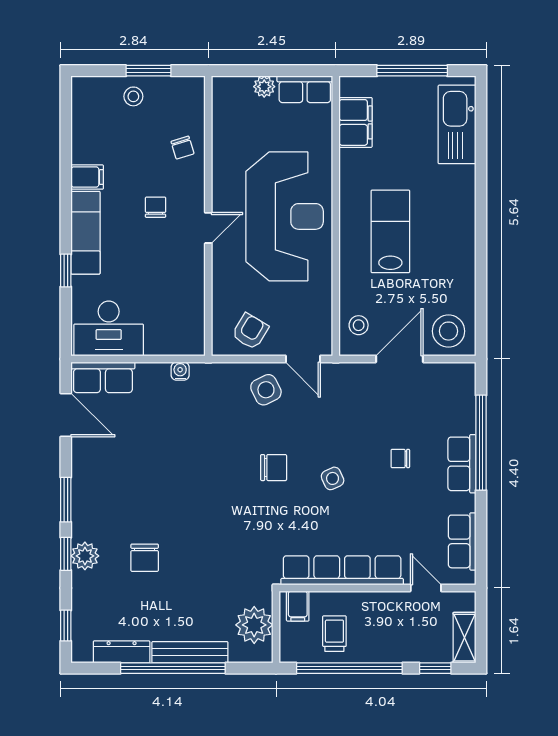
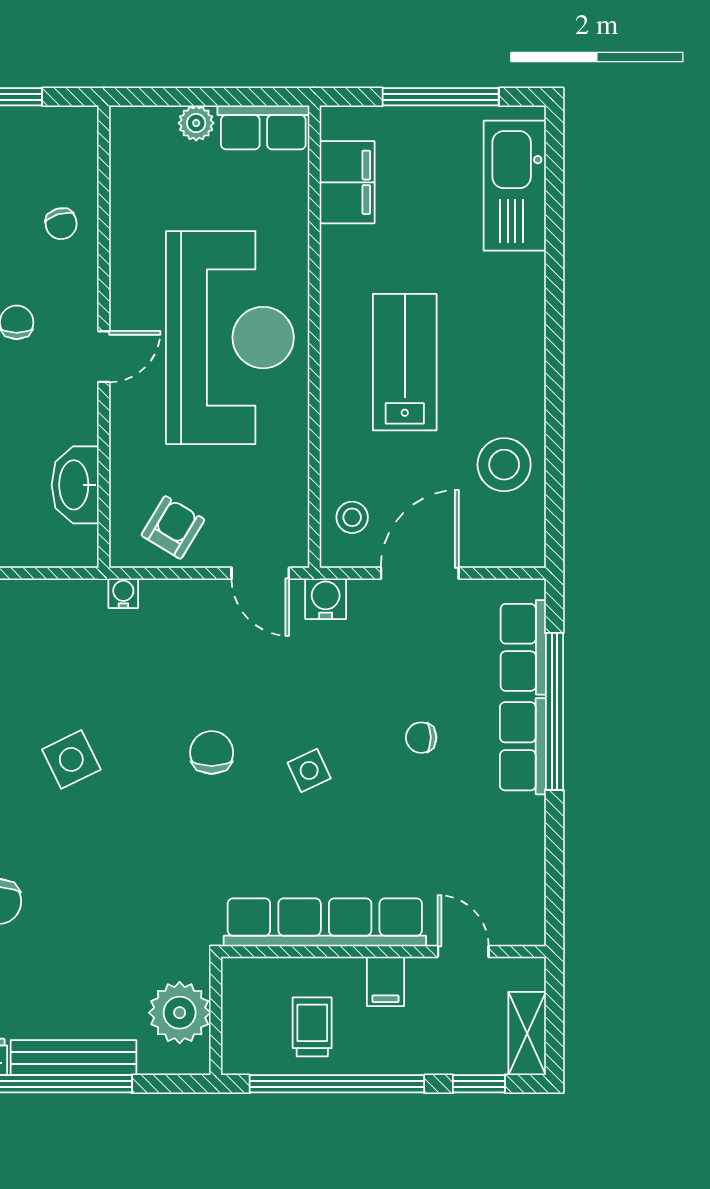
washbasin: (191, 306) -> (75, 485), added
stool: (448, 331) -> (504, 465), moved
water cooler: (180, 371) -> (123, 593), moved
water cooler: (343, 374) -> (326, 599), added
side table: (266, 390) -> (71, 759), moved
chair: (274, 468) -> (212, 752), turned -90
row of seats: (462, 541) -> (523, 647), moved
filing cabinet: (298, 606) -> (385, 981), moved

